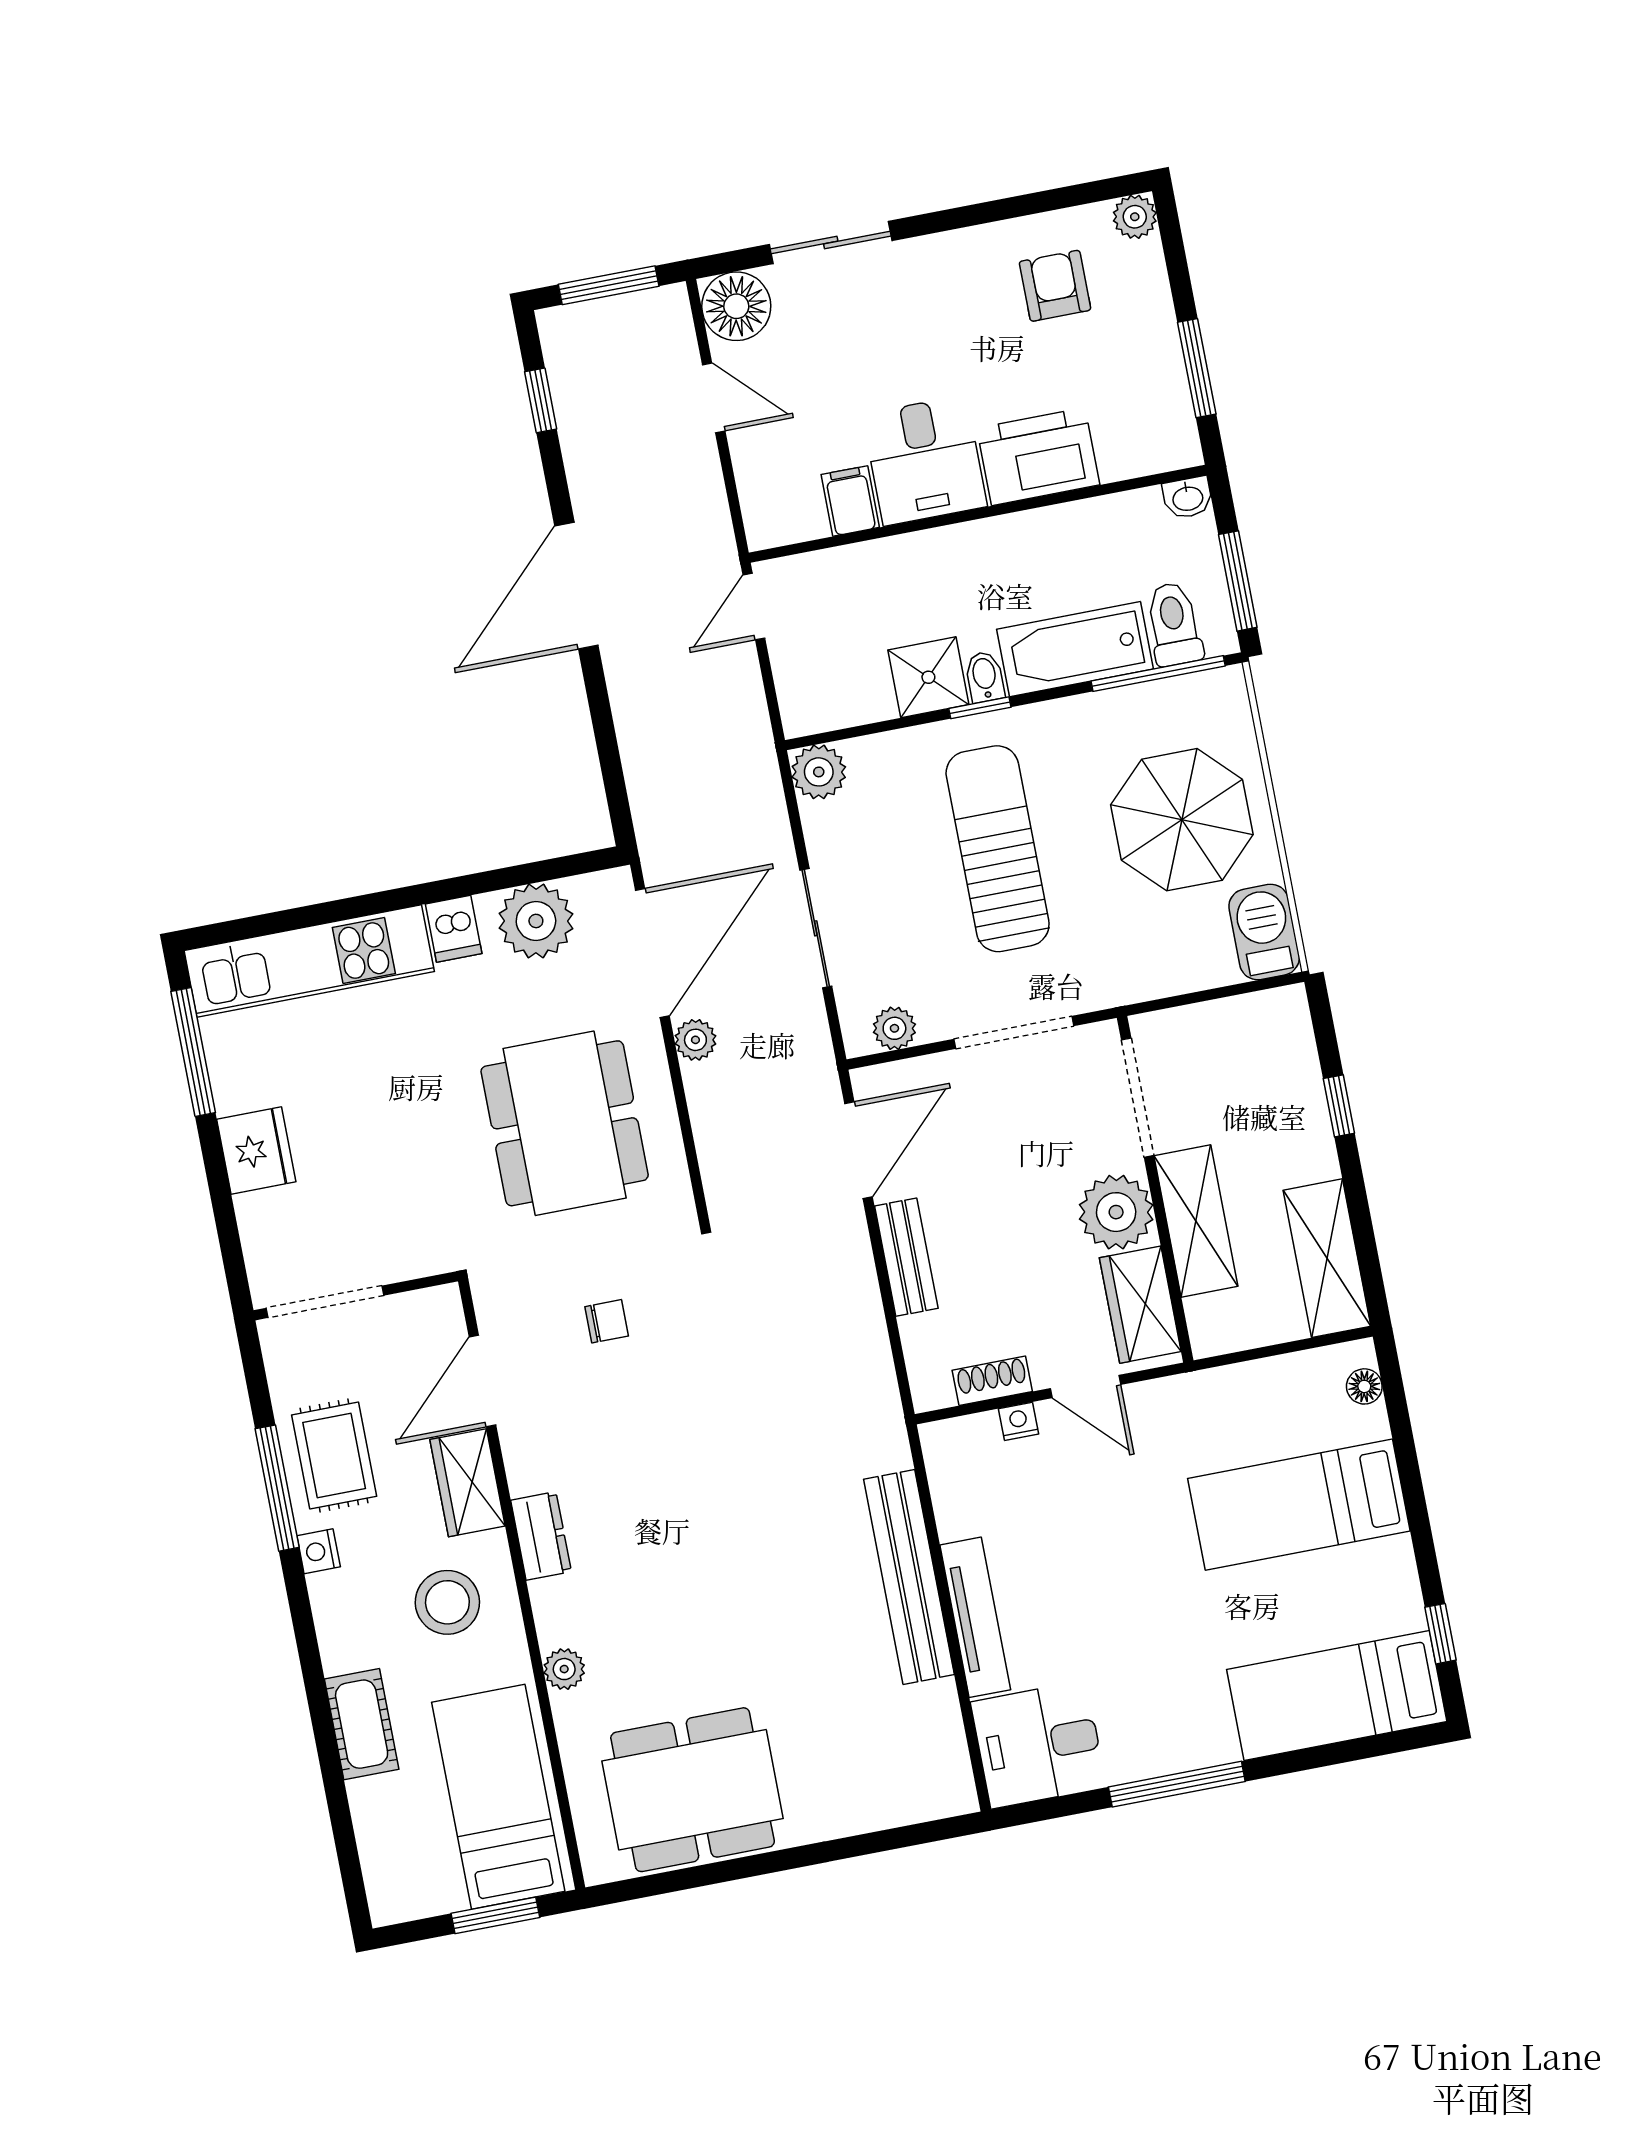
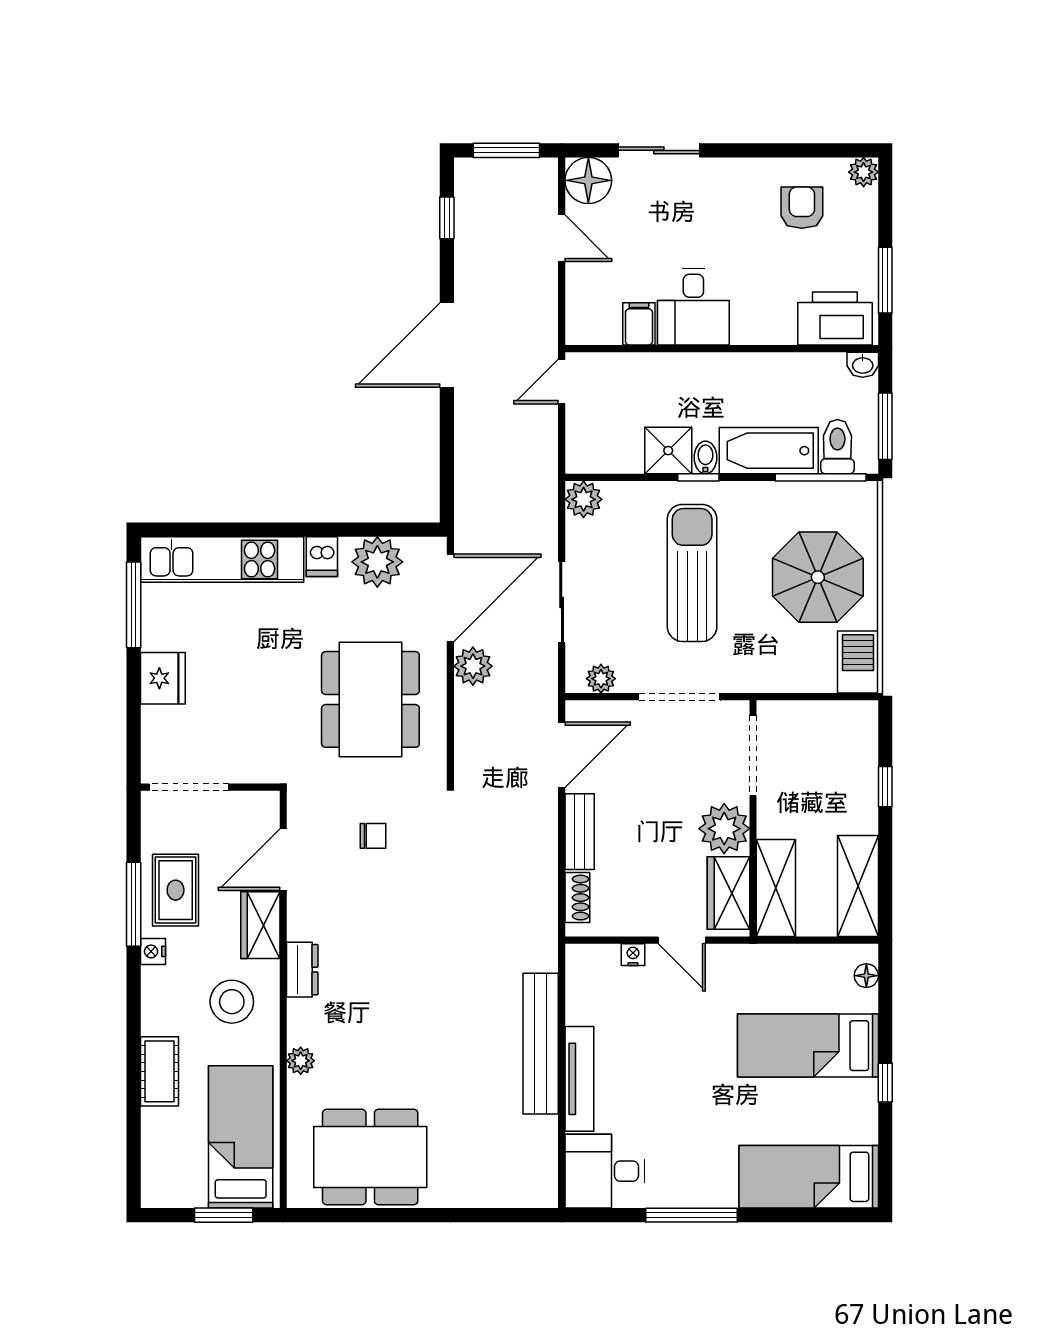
printer: (1038, 457) -> (835, 318), moved
plant: (695, 1040) -> (473, 666), width x1.38, depth x1.38
shelving: (1196, 1221) -> (776, 888), moved
shoe rack: (992, 1381) -> (577, 898), moved, turned 90
window: (1440, 1634) -> (885, 1083), moved

